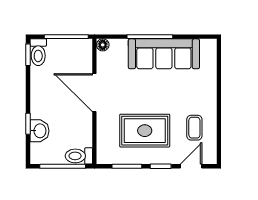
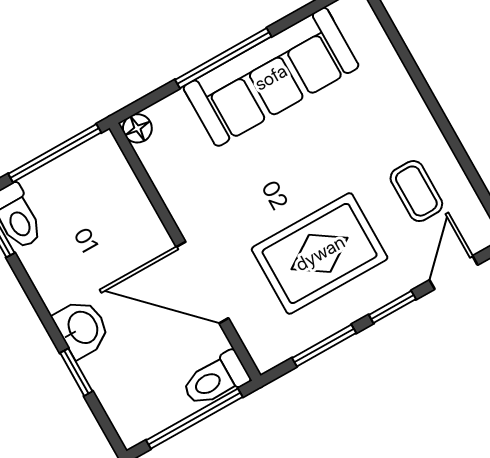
door: (94, 93) -> (202, 283), moved
washbasin: (39, 131) -> (82, 328), moved

